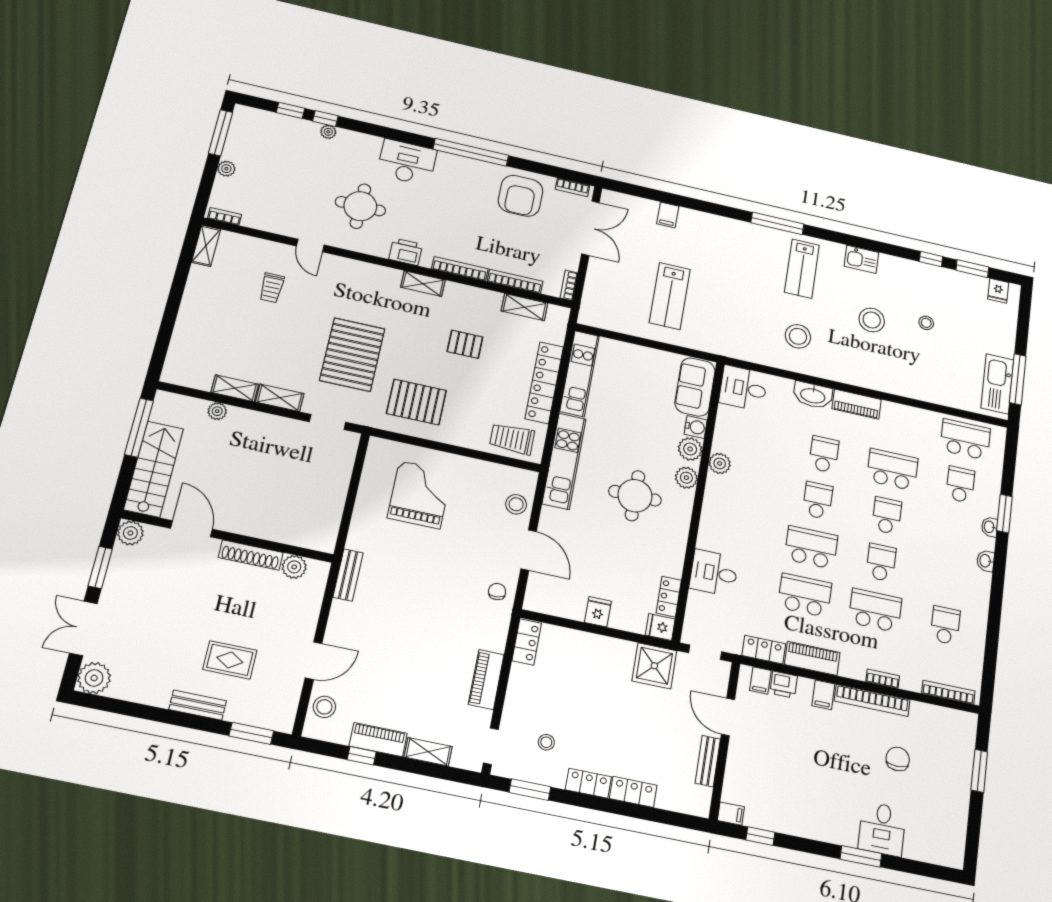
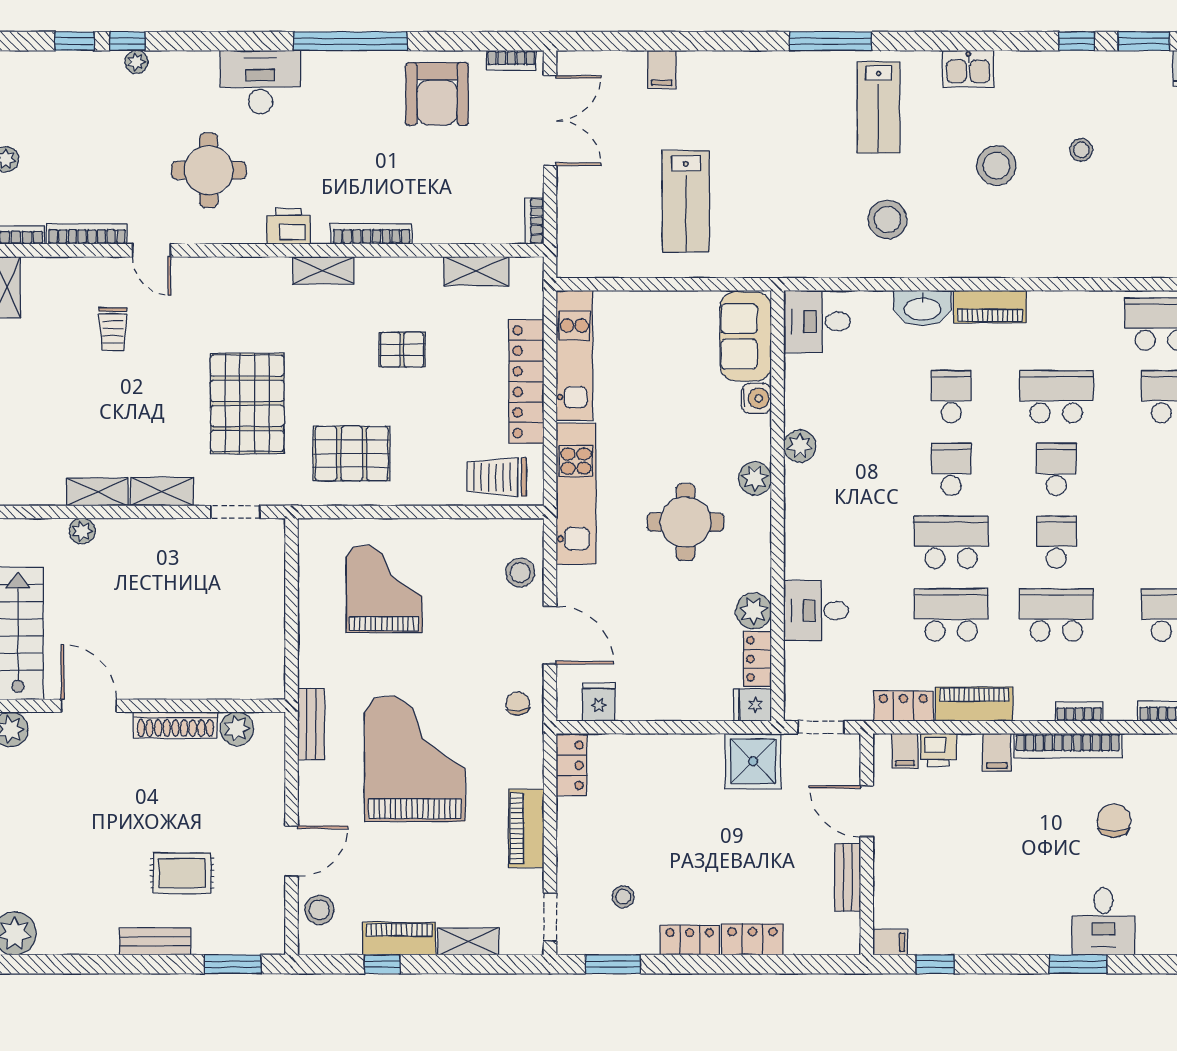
bookcase: (515, 281) -> (87, 234), moved
plant: (690, 449) -> (754, 611), moved
fridge: (598, 612) -> (599, 702), moved
grand piano: (417, 614) -> (415, 758), added

